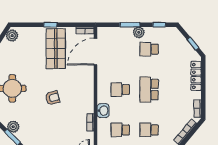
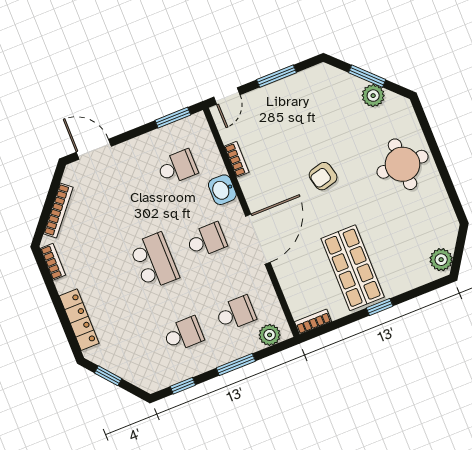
plant: (139, 32) -> (270, 335), moved
door: (95, 52) -> (258, 239), moved
school desk: (149, 130) -> (236, 313), moved

